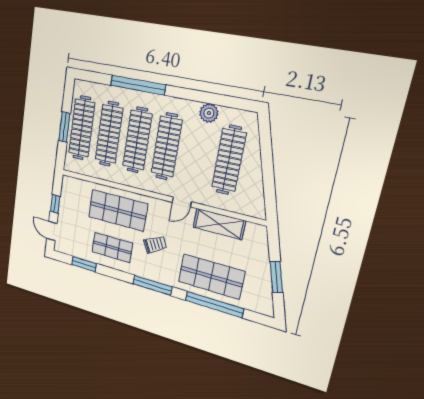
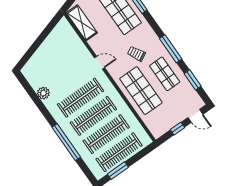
window: (64, 127) -> (118, 171), moved
clothes rail: (229, 160) -> (55, 61), removed
shelving: (219, 224) -> (82, 23), moved
door: (52, 231) -> (195, 116), hinge flipped
window: (152, 285) -> (171, 49), moved

